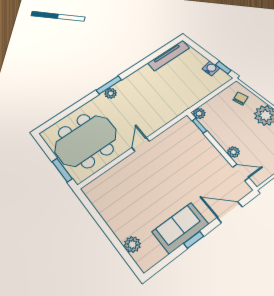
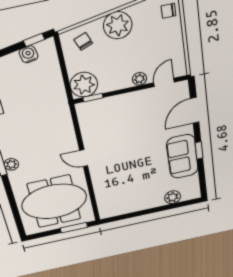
plant: (199, 113) -> (84, 85), width x1.88, depth x1.88
meeting table: (86, 141) -> (54, 202), turned 90

